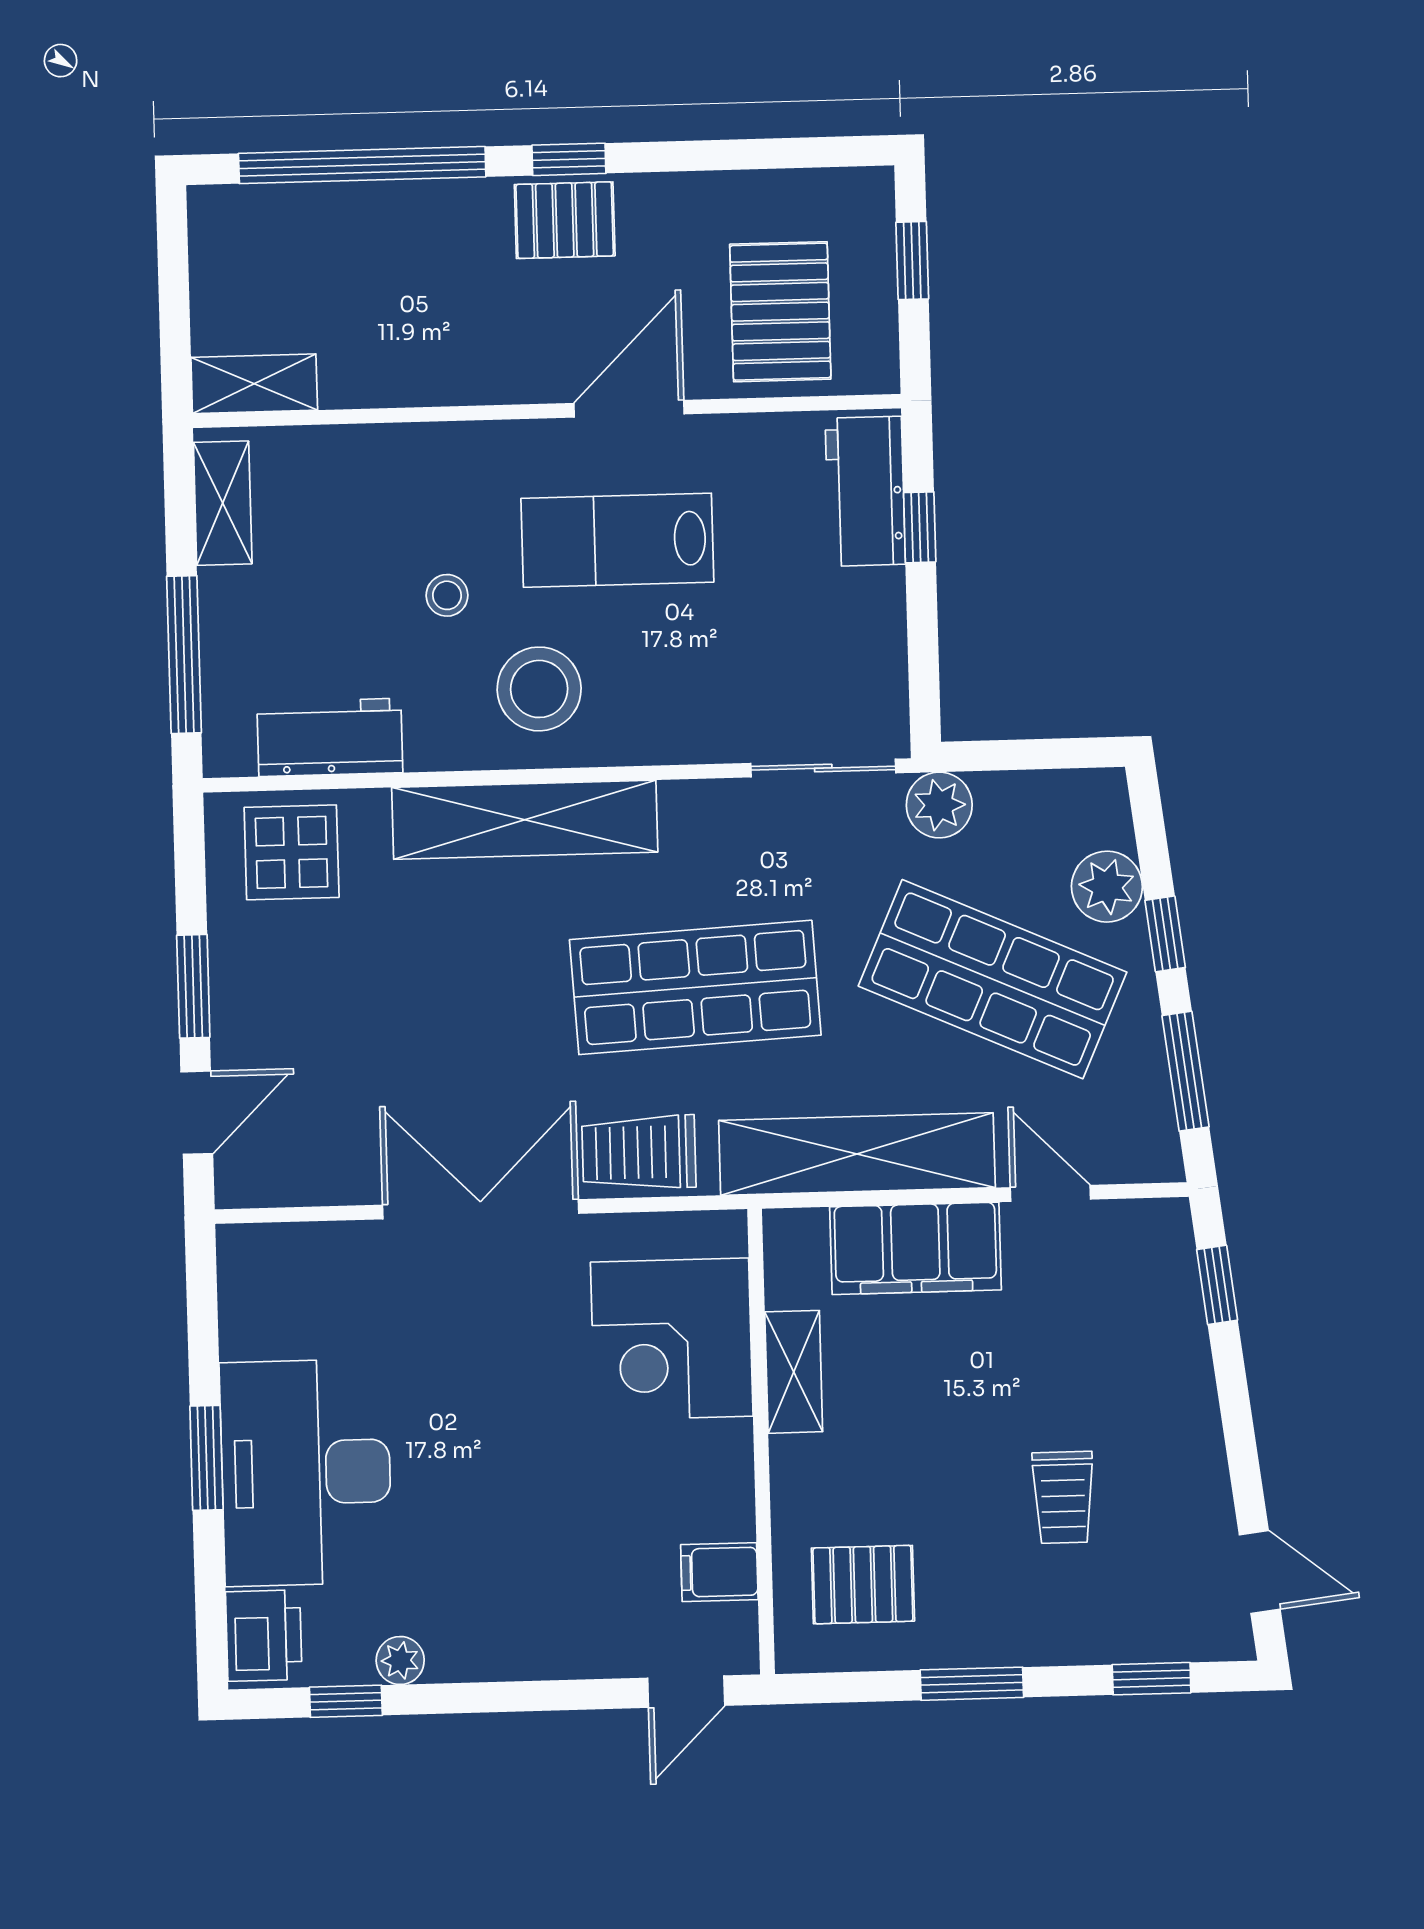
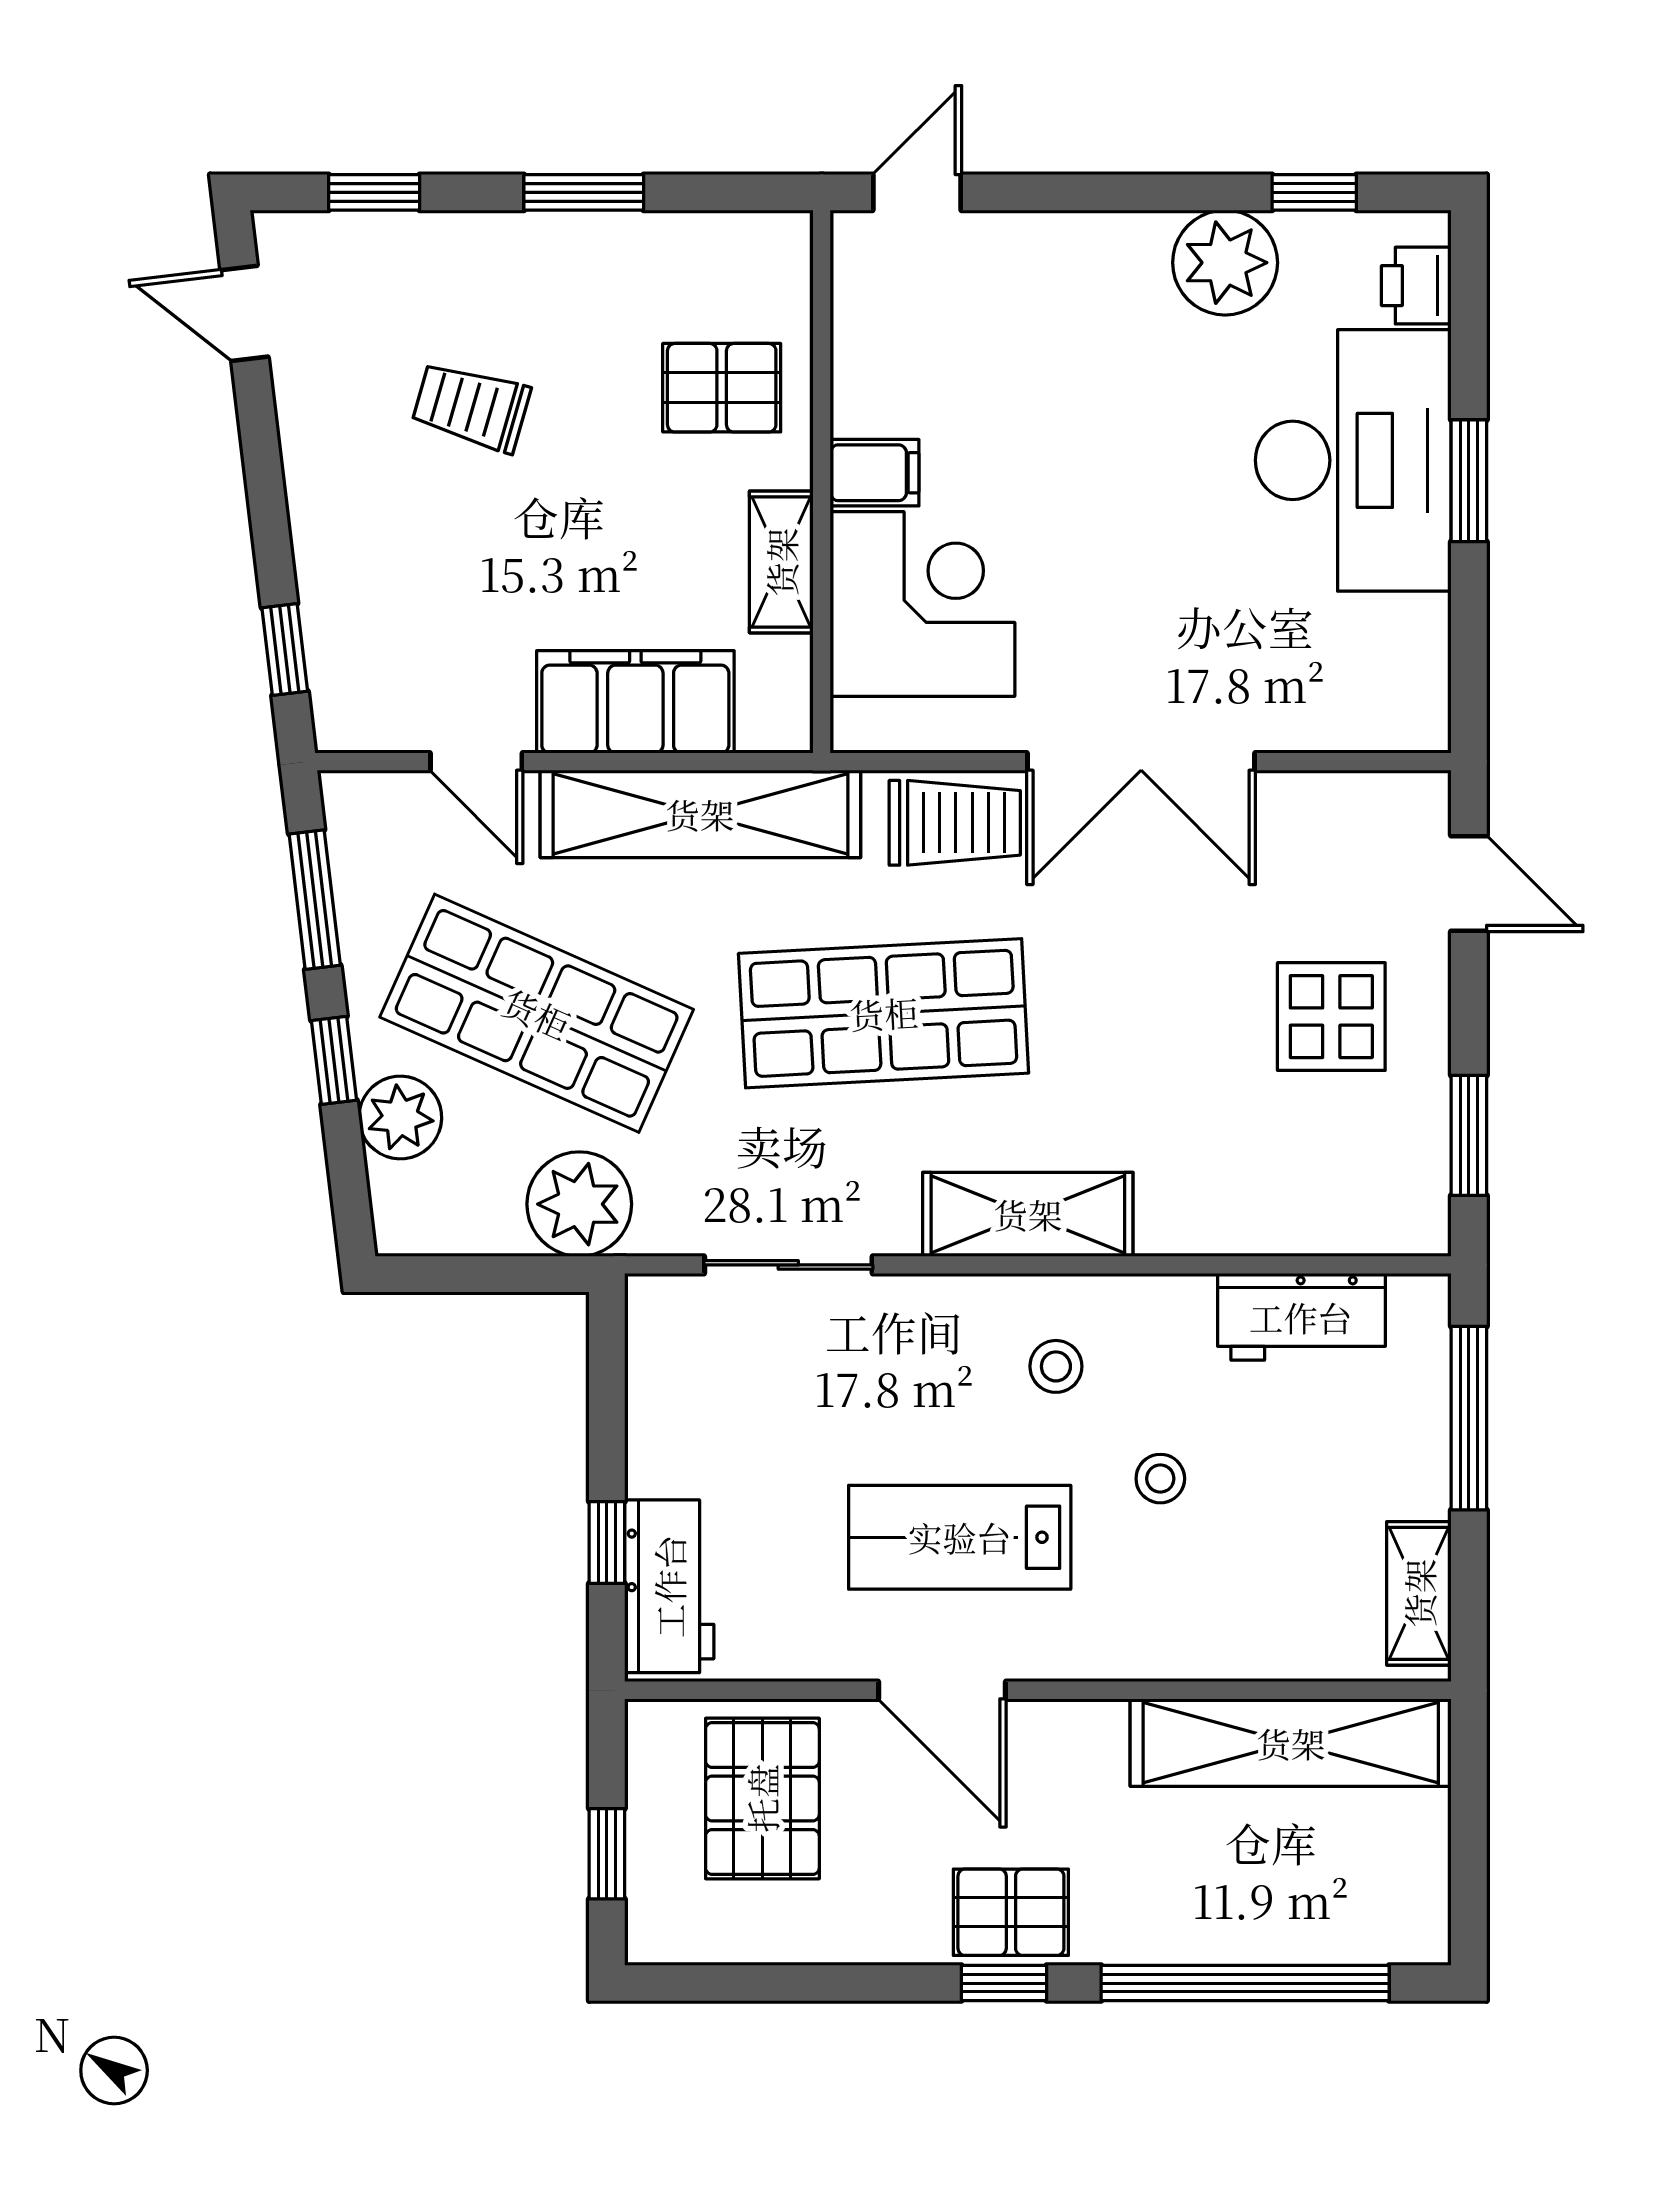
shelving: (254, 384) -> (1291, 1743), width x2.20, depth x1.33
door: (629, 409) -> (942, 1690), hinge flipped
lab bench: (617, 540) -> (960, 1537), turned 180
stool: (539, 689) -> (1056, 1366), width x0.53, depth x0.53
sliding door: (823, 768) -> (788, 1265), moved
plant: (939, 805) -> (579, 1204), width x1.36, depth x1.36
shelving: (525, 820) -> (1028, 1214), width x0.68
display table: (292, 852) -> (1331, 1017), moved
window: (193, 986) -> (1469, 1135), moved
door: (197, 1113) -> (1469, 884), swing flipped
trolley: (1063, 1497) -> (471, 407), turned -74
filing cabinet: (719, 1572) -> (875, 473), moved
pallet: (863, 1585) -> (722, 388), moved
printer: (264, 1636) -> (1416, 286), width x0.73, depth x0.81
plant: (400, 1661) -> (1225, 263), width x1.87, depth x1.87

